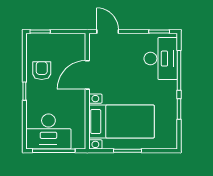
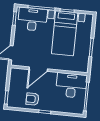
door: (87, 75) -> (38, 69), hinge flipped
bed with nightstands: (122, 121) -> (65, 33), moved, turned 180
desk: (48, 131) -> (71, 85), moved, turned -90

